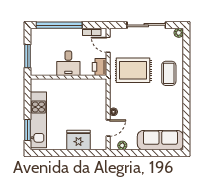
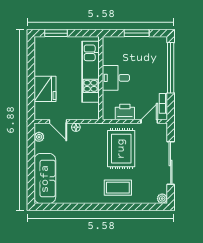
desk: (68, 63) -> (116, 78), moved
wall: (69, 77) -> (101, 78), moved
kitchen unit: (38, 120) -> (91, 72), moved, turned 90

